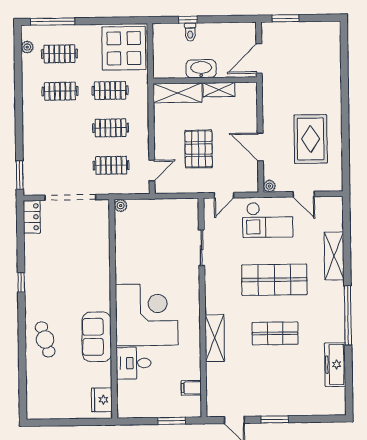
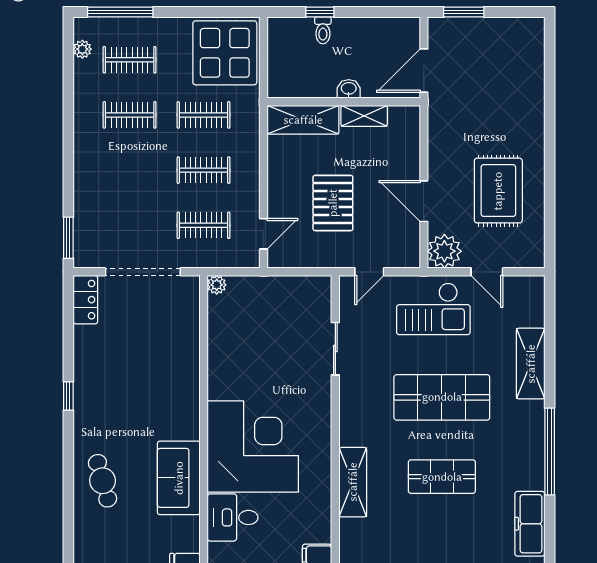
washbasin: (201, 69) -> (349, 89), width x0.52, depth x0.69
plant: (269, 186) -> (444, 251), width x1.88, depth x1.88

